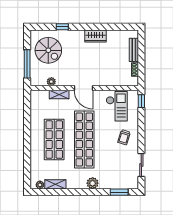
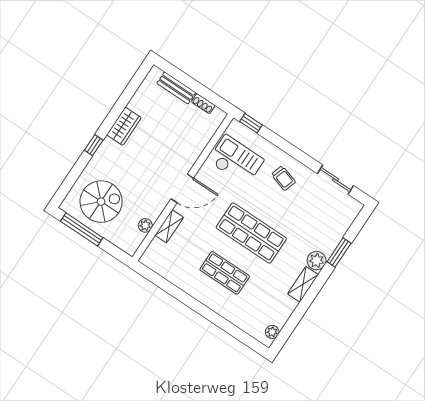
window: (62, 27) -> (94, 145), moved
window: (27, 64) -> (82, 229), moved
shop shelf: (54, 140) -> (225, 273), width x0.70, depth x0.74
shop shelf: (84, 140) -> (251, 233), width x0.71
shelving: (55, 184) -> (303, 284), moved
window: (119, 192) -> (339, 252), moved

